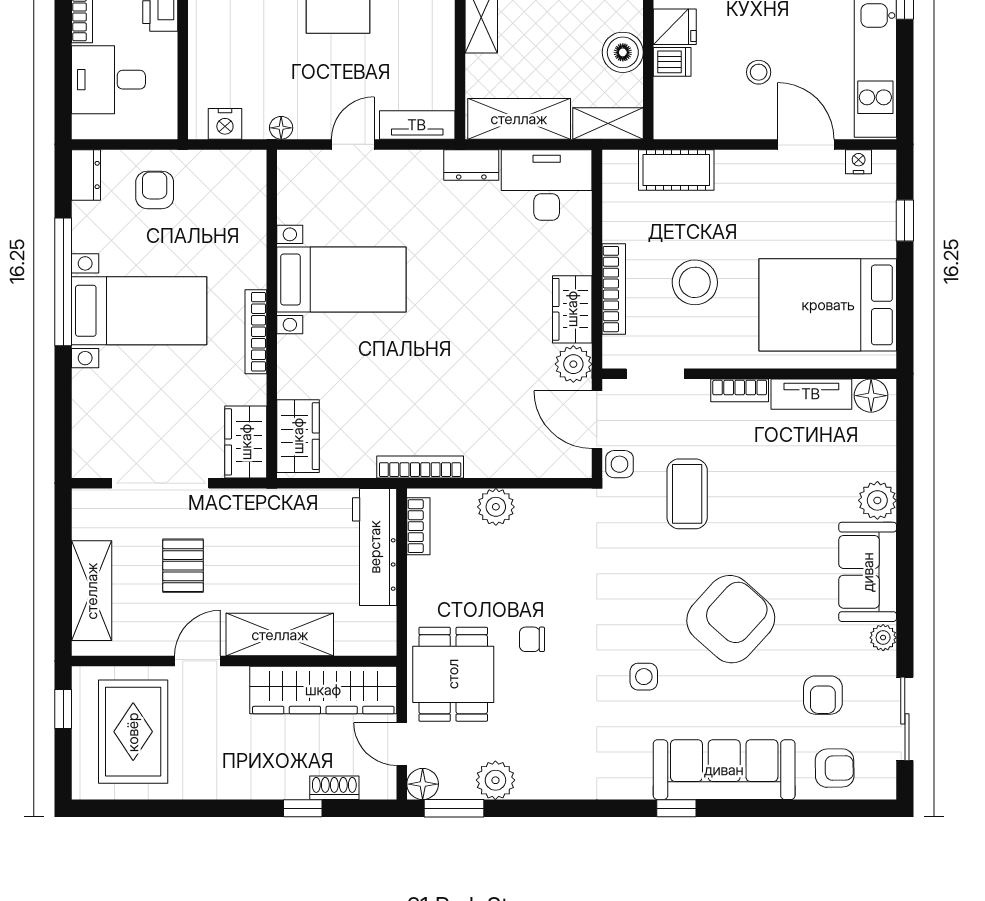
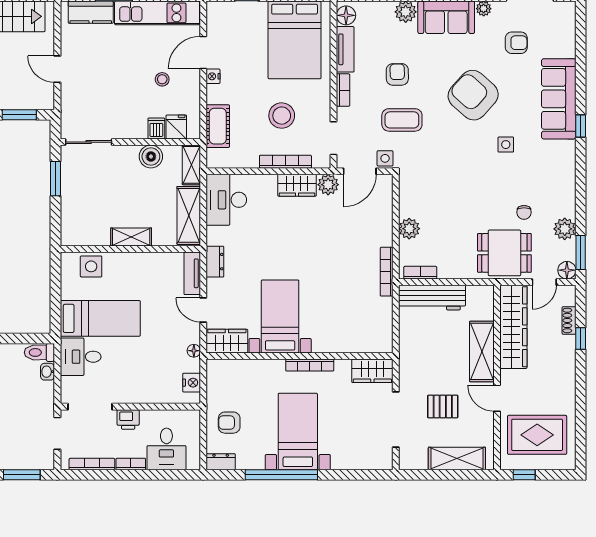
fridge: (675, 27) -> (176, 127), moved
nightstand: (859, 162) -> (213, 76), moved
dresser: (471, 165) -> (215, 262), moved
wardrobe: (298, 436) -> (227, 341), moved
chair: (532, 639) -> (524, 212), moved
armchair: (835, 768) -> (397, 74), moved

